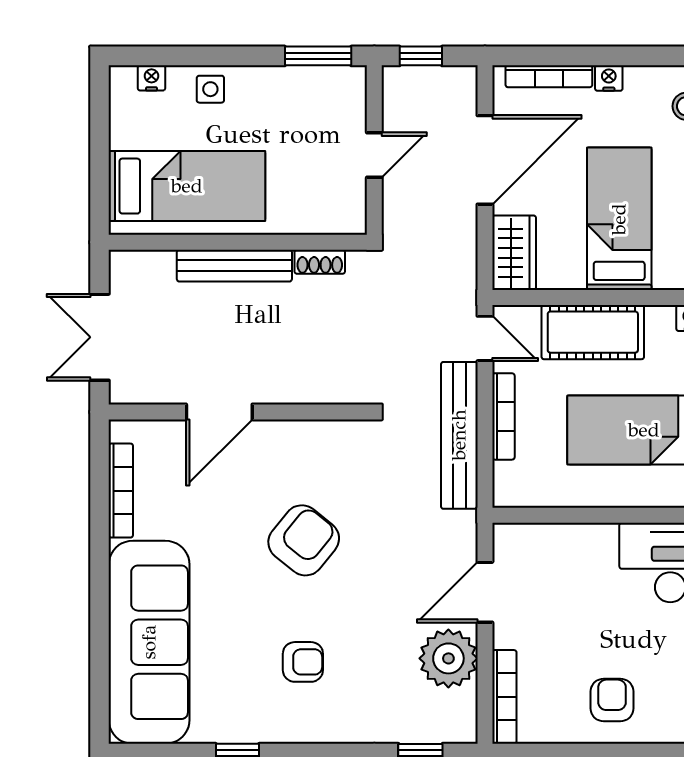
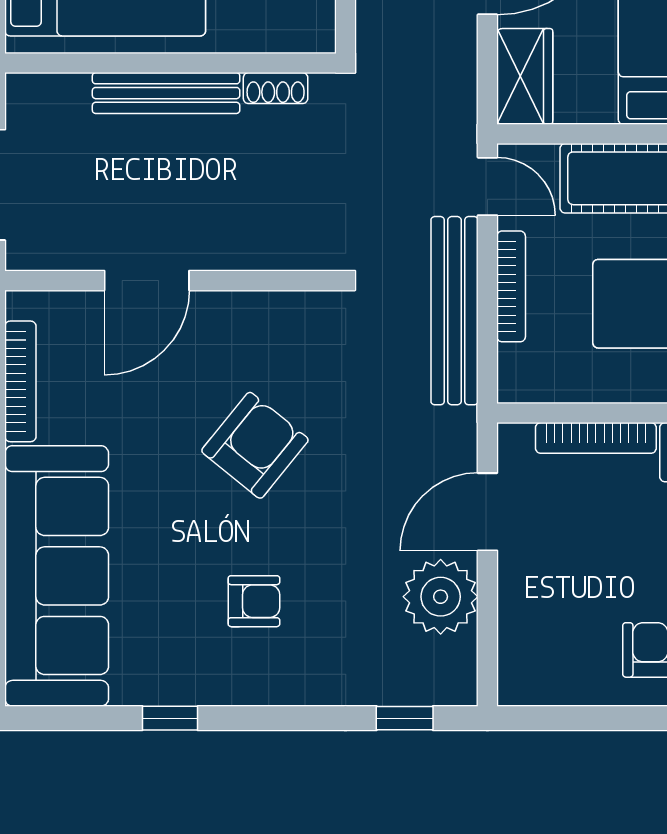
bookcase: (504, 697) -> (596, 438), moved, turned 90

